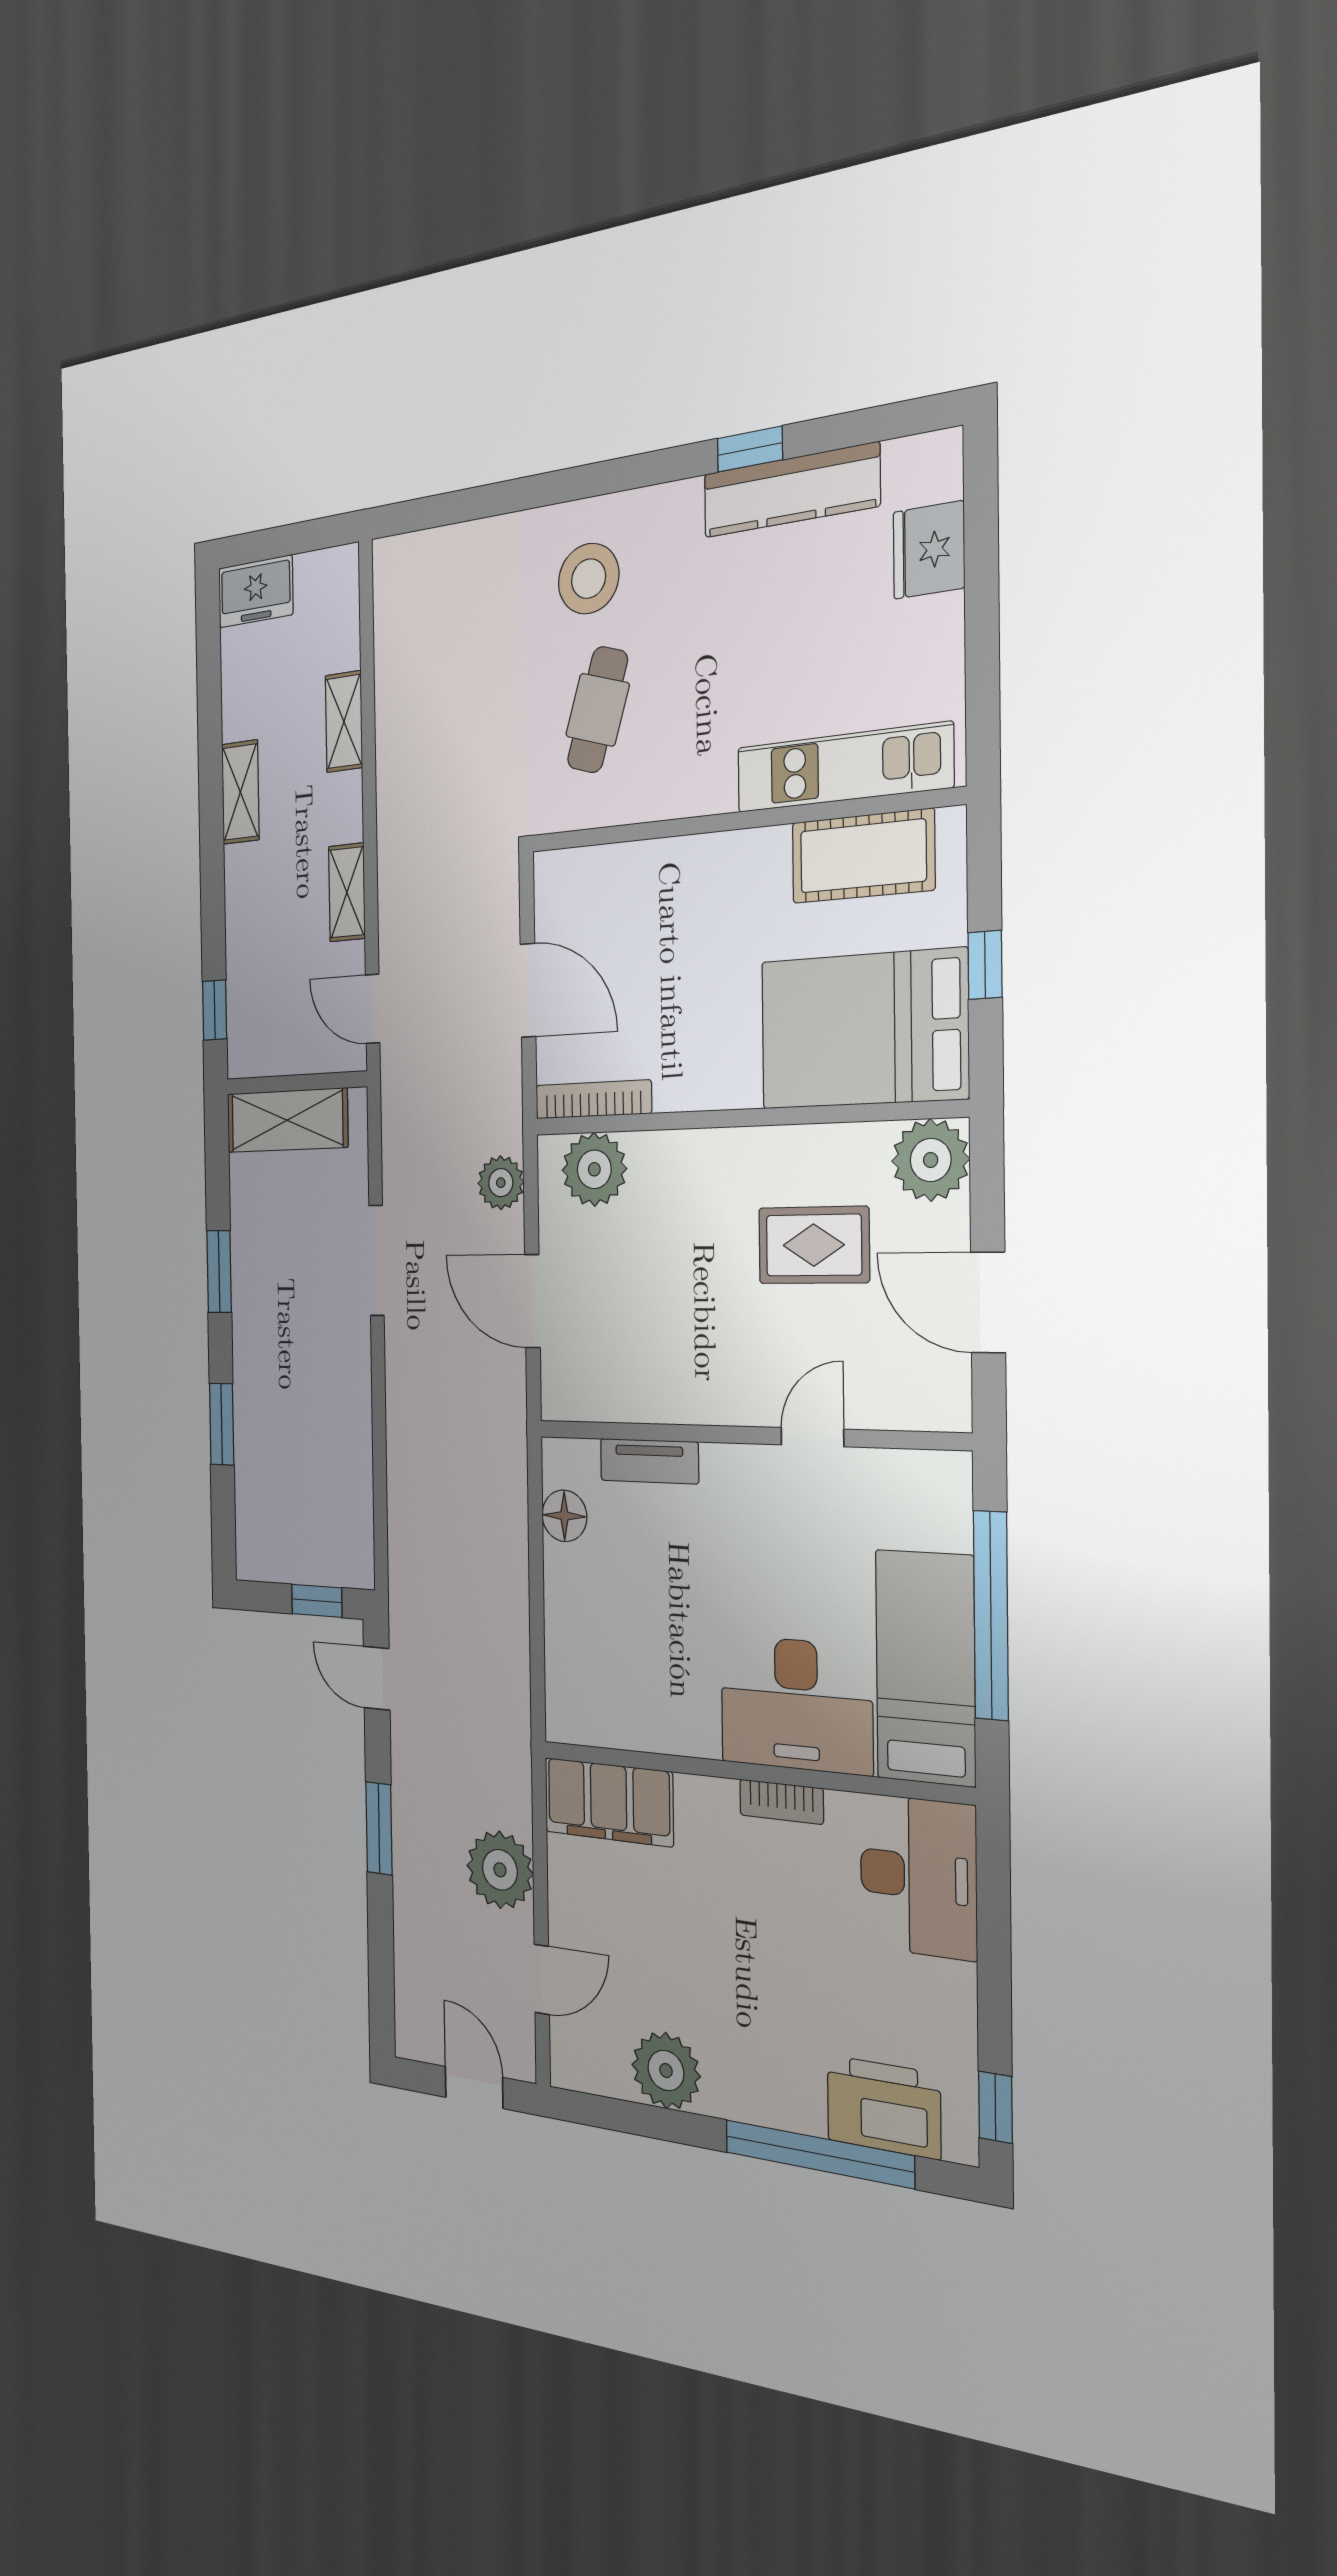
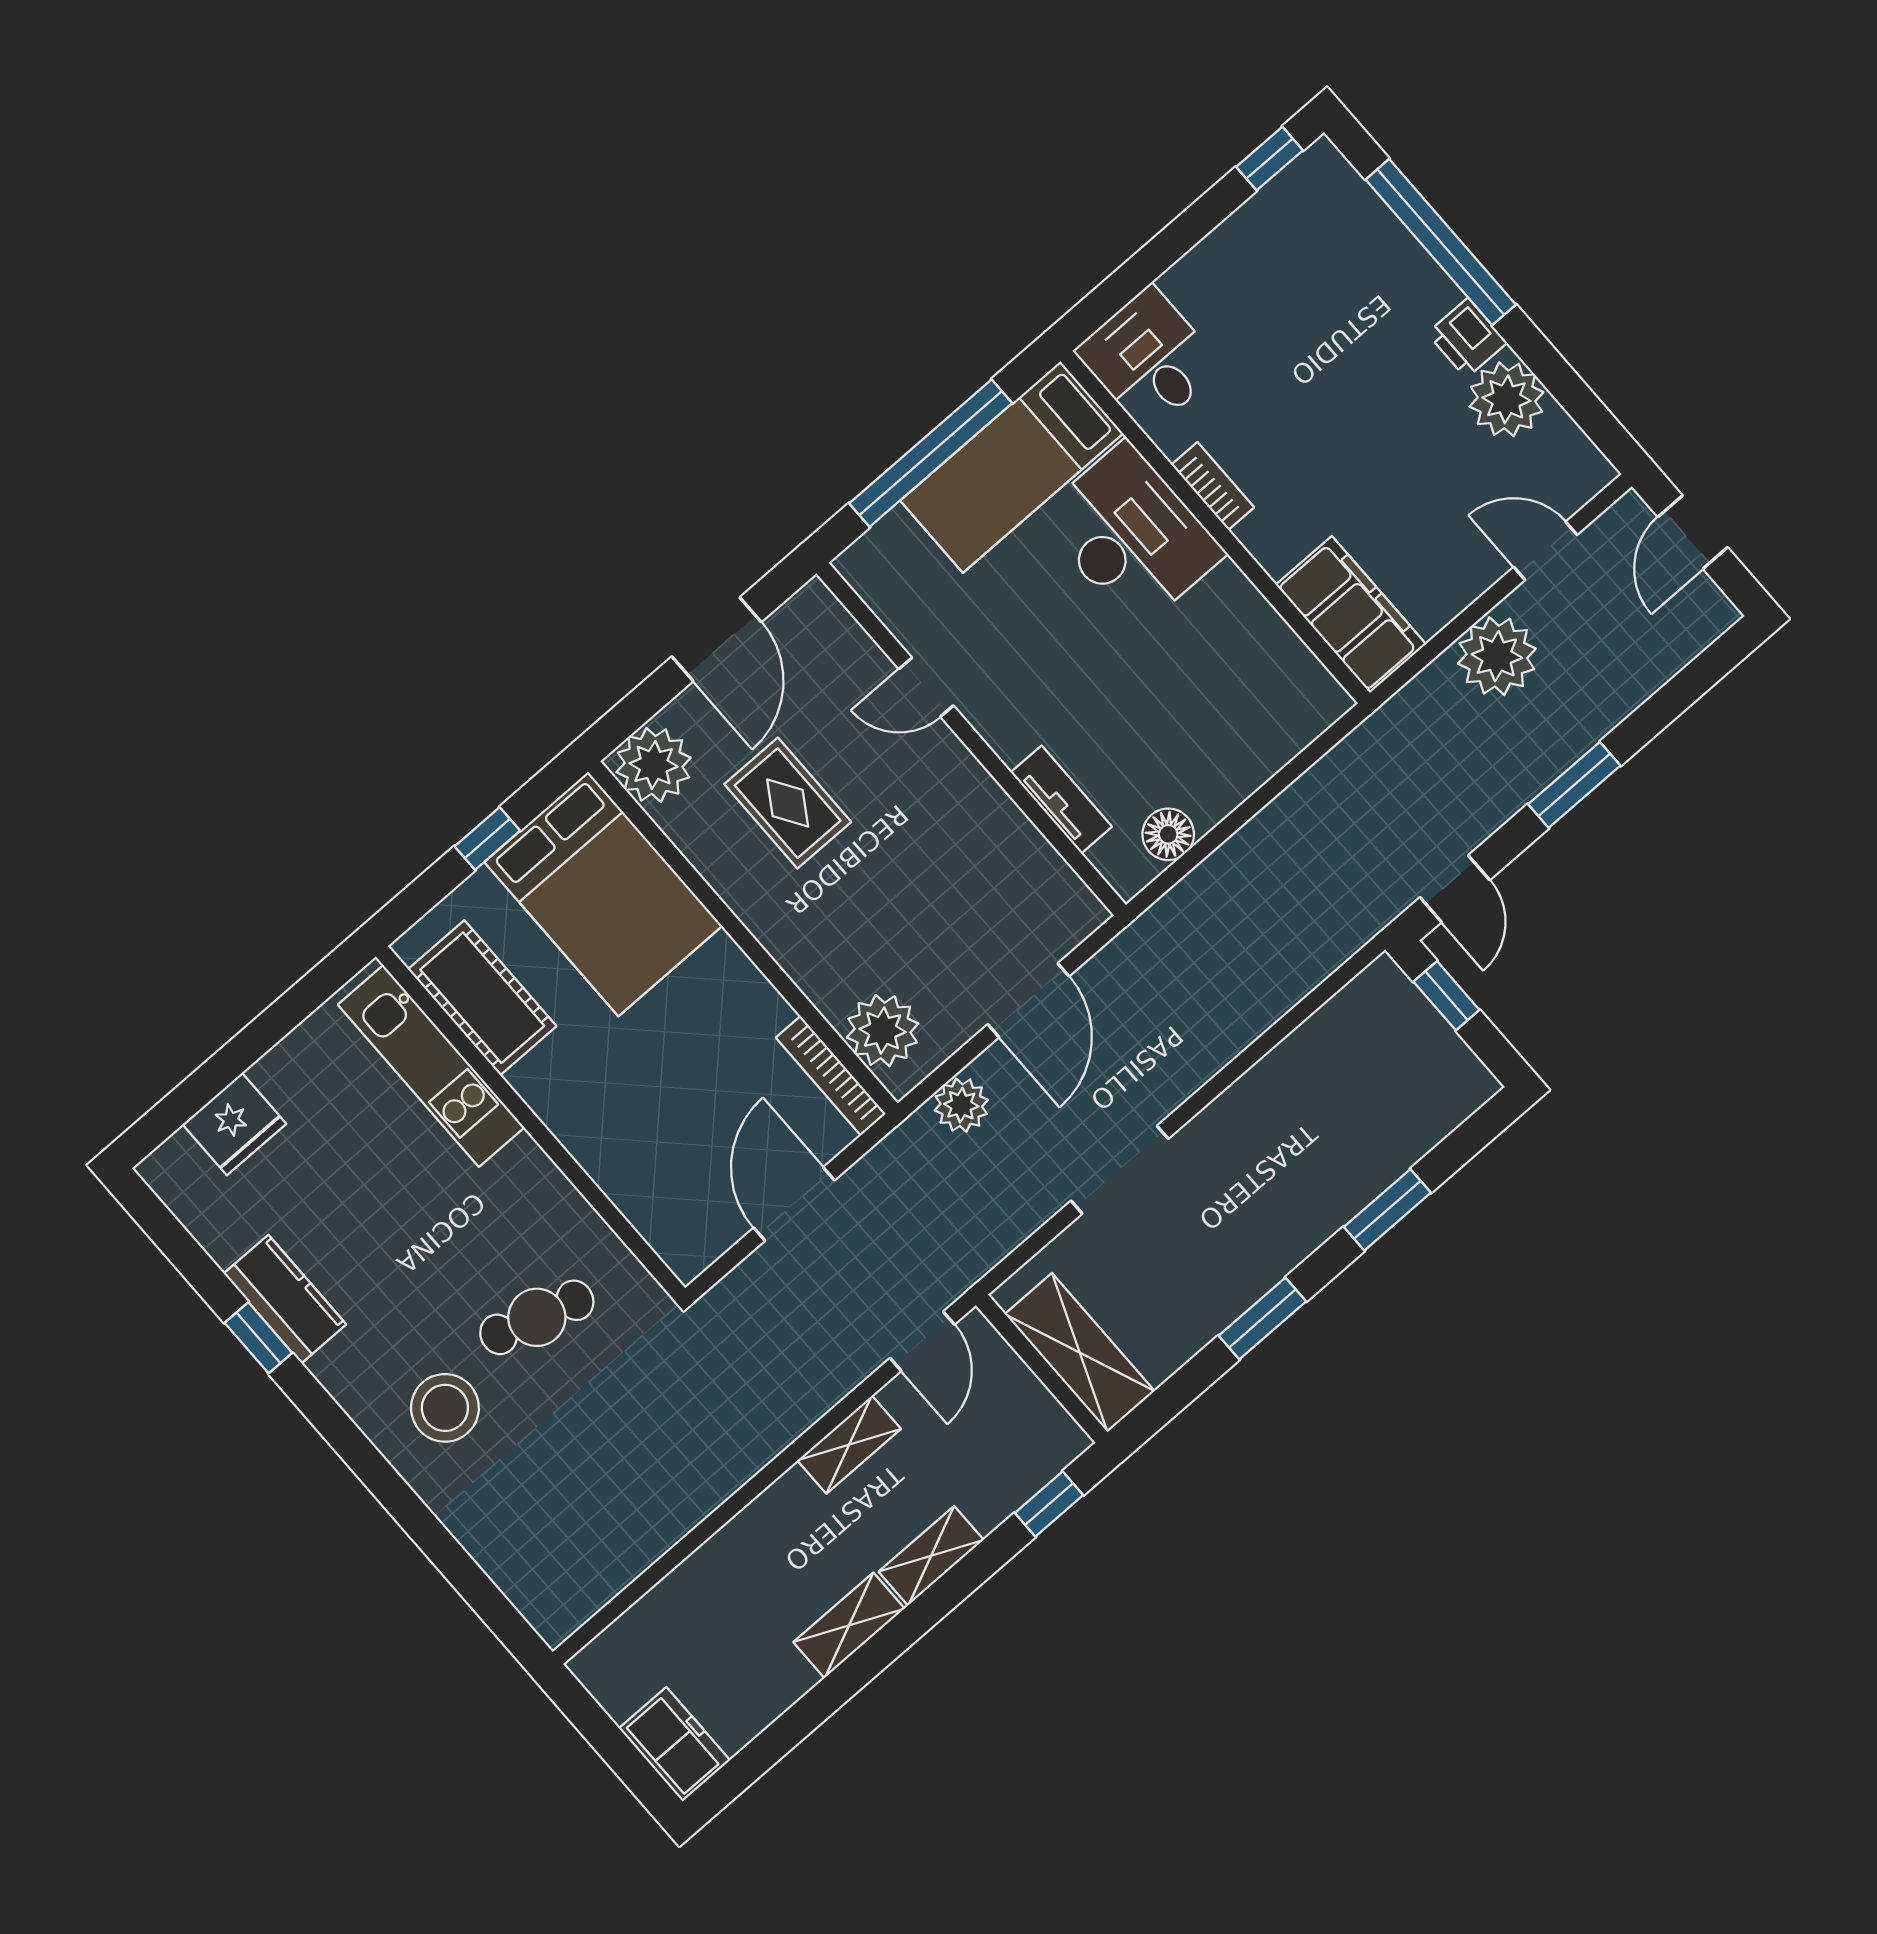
kitchen counter: (791, 490) -> (285, 1299), width x0.67
shelving: (344, 722) -> (931, 1556), moved
desk: (918, 1876) -> (1149, 359), width x0.73
printer: (884, 2107) -> (1467, 338), moved, width x0.53, depth x0.68

